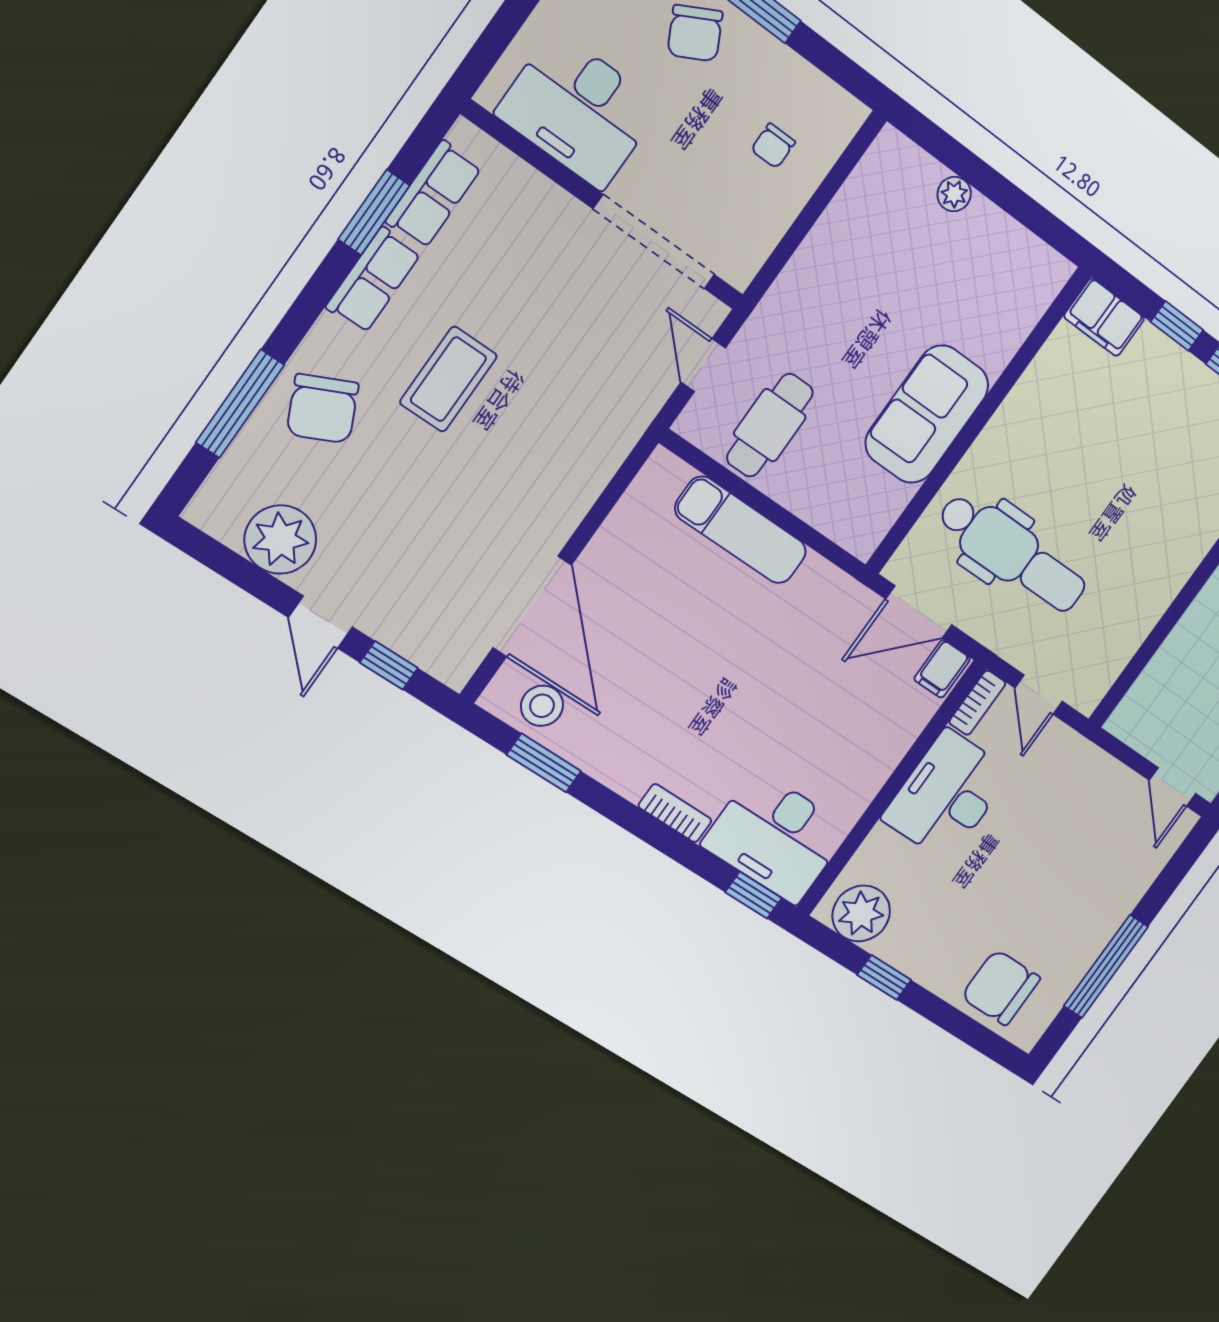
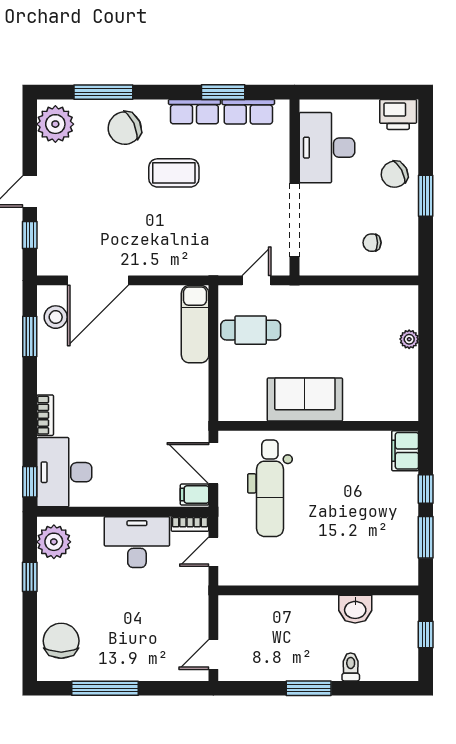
exam couch: (741, 530) -> (195, 324), moved
plant: (280, 540) -> (55, 124), moved

